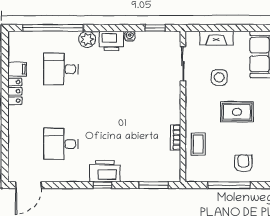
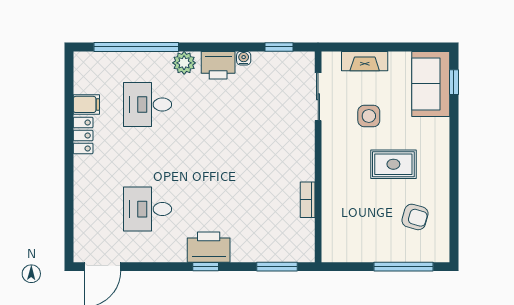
coffee table: (198, 144) -> (339, 209), removed
armchair: (243, 163) -> (415, 217), moved, turned 106
window: (229, 185) -> (404, 267), moved

